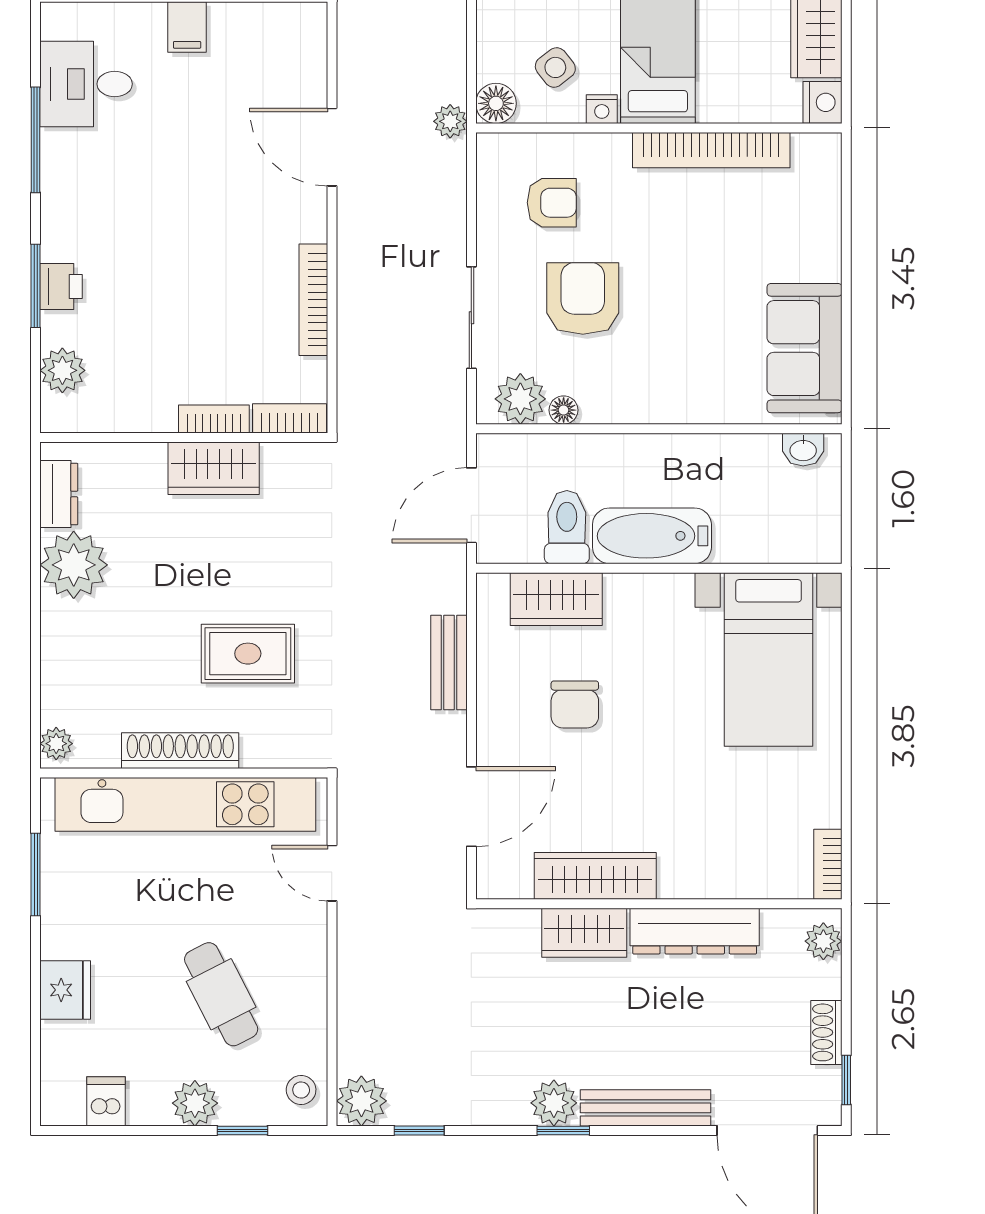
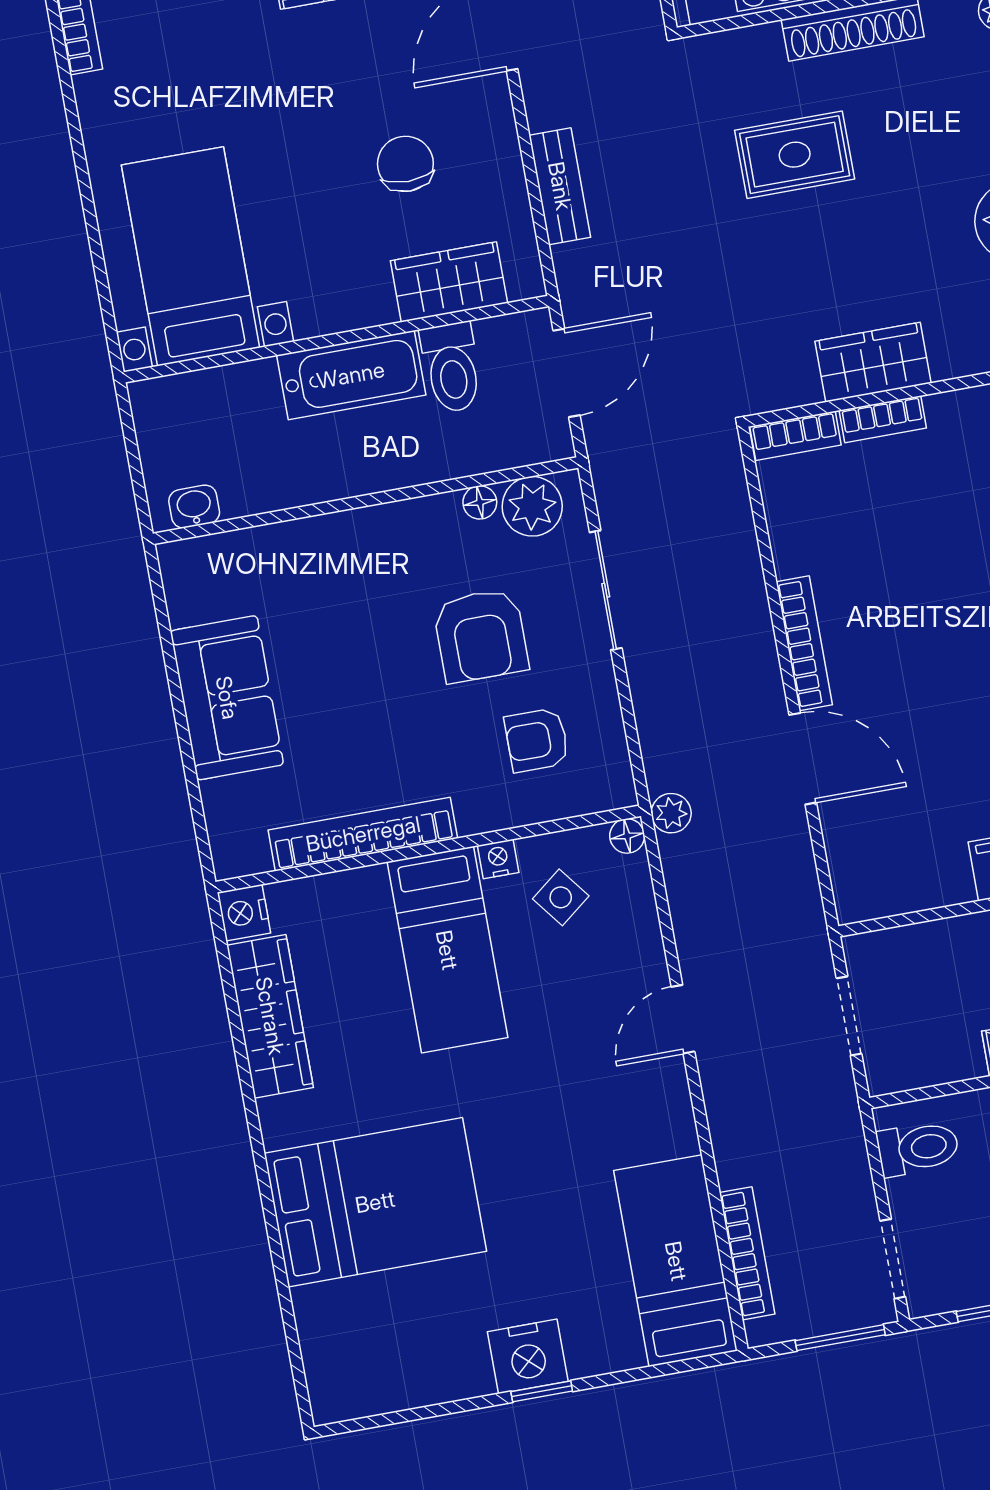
floor lamp: (496, 103) -> (627, 836), width x0.73, depth x0.73
bookcase: (313, 300) -> (804, 643), moved
sofa: (805, 348) -> (227, 698), moved

